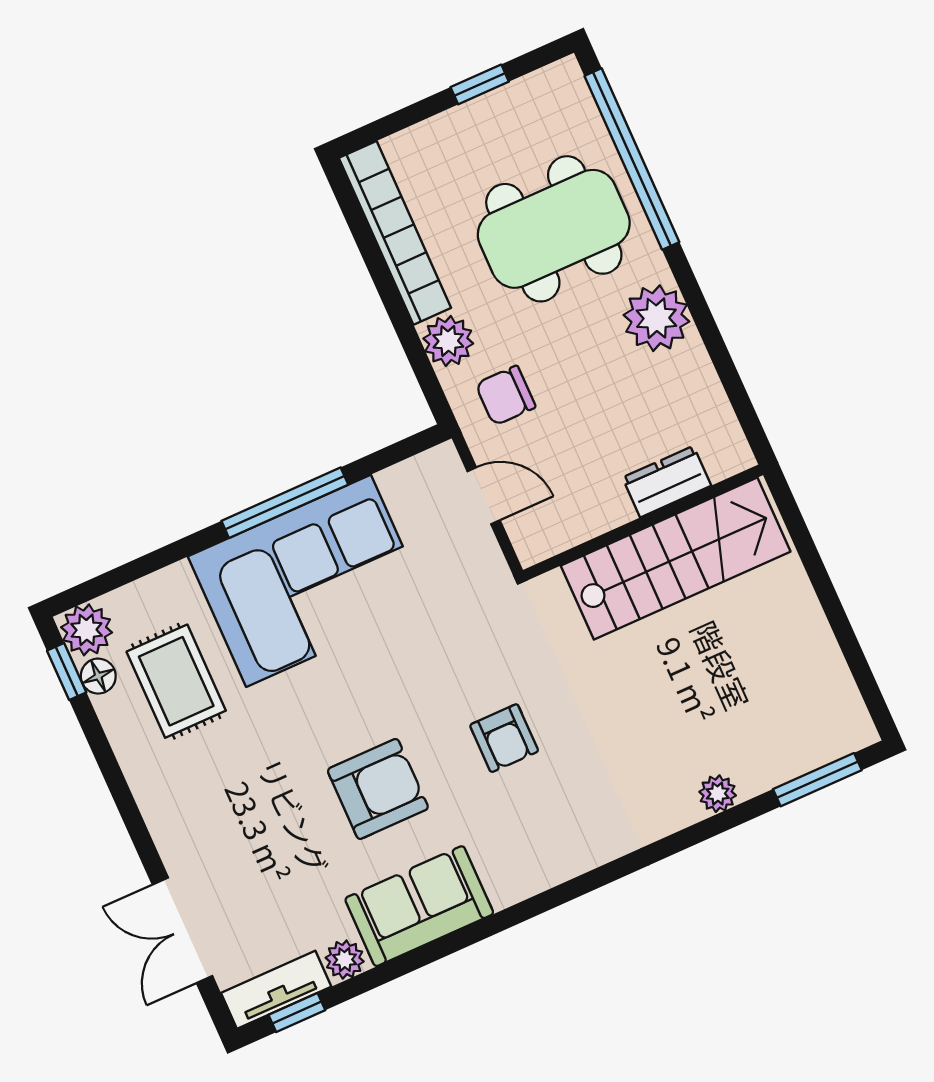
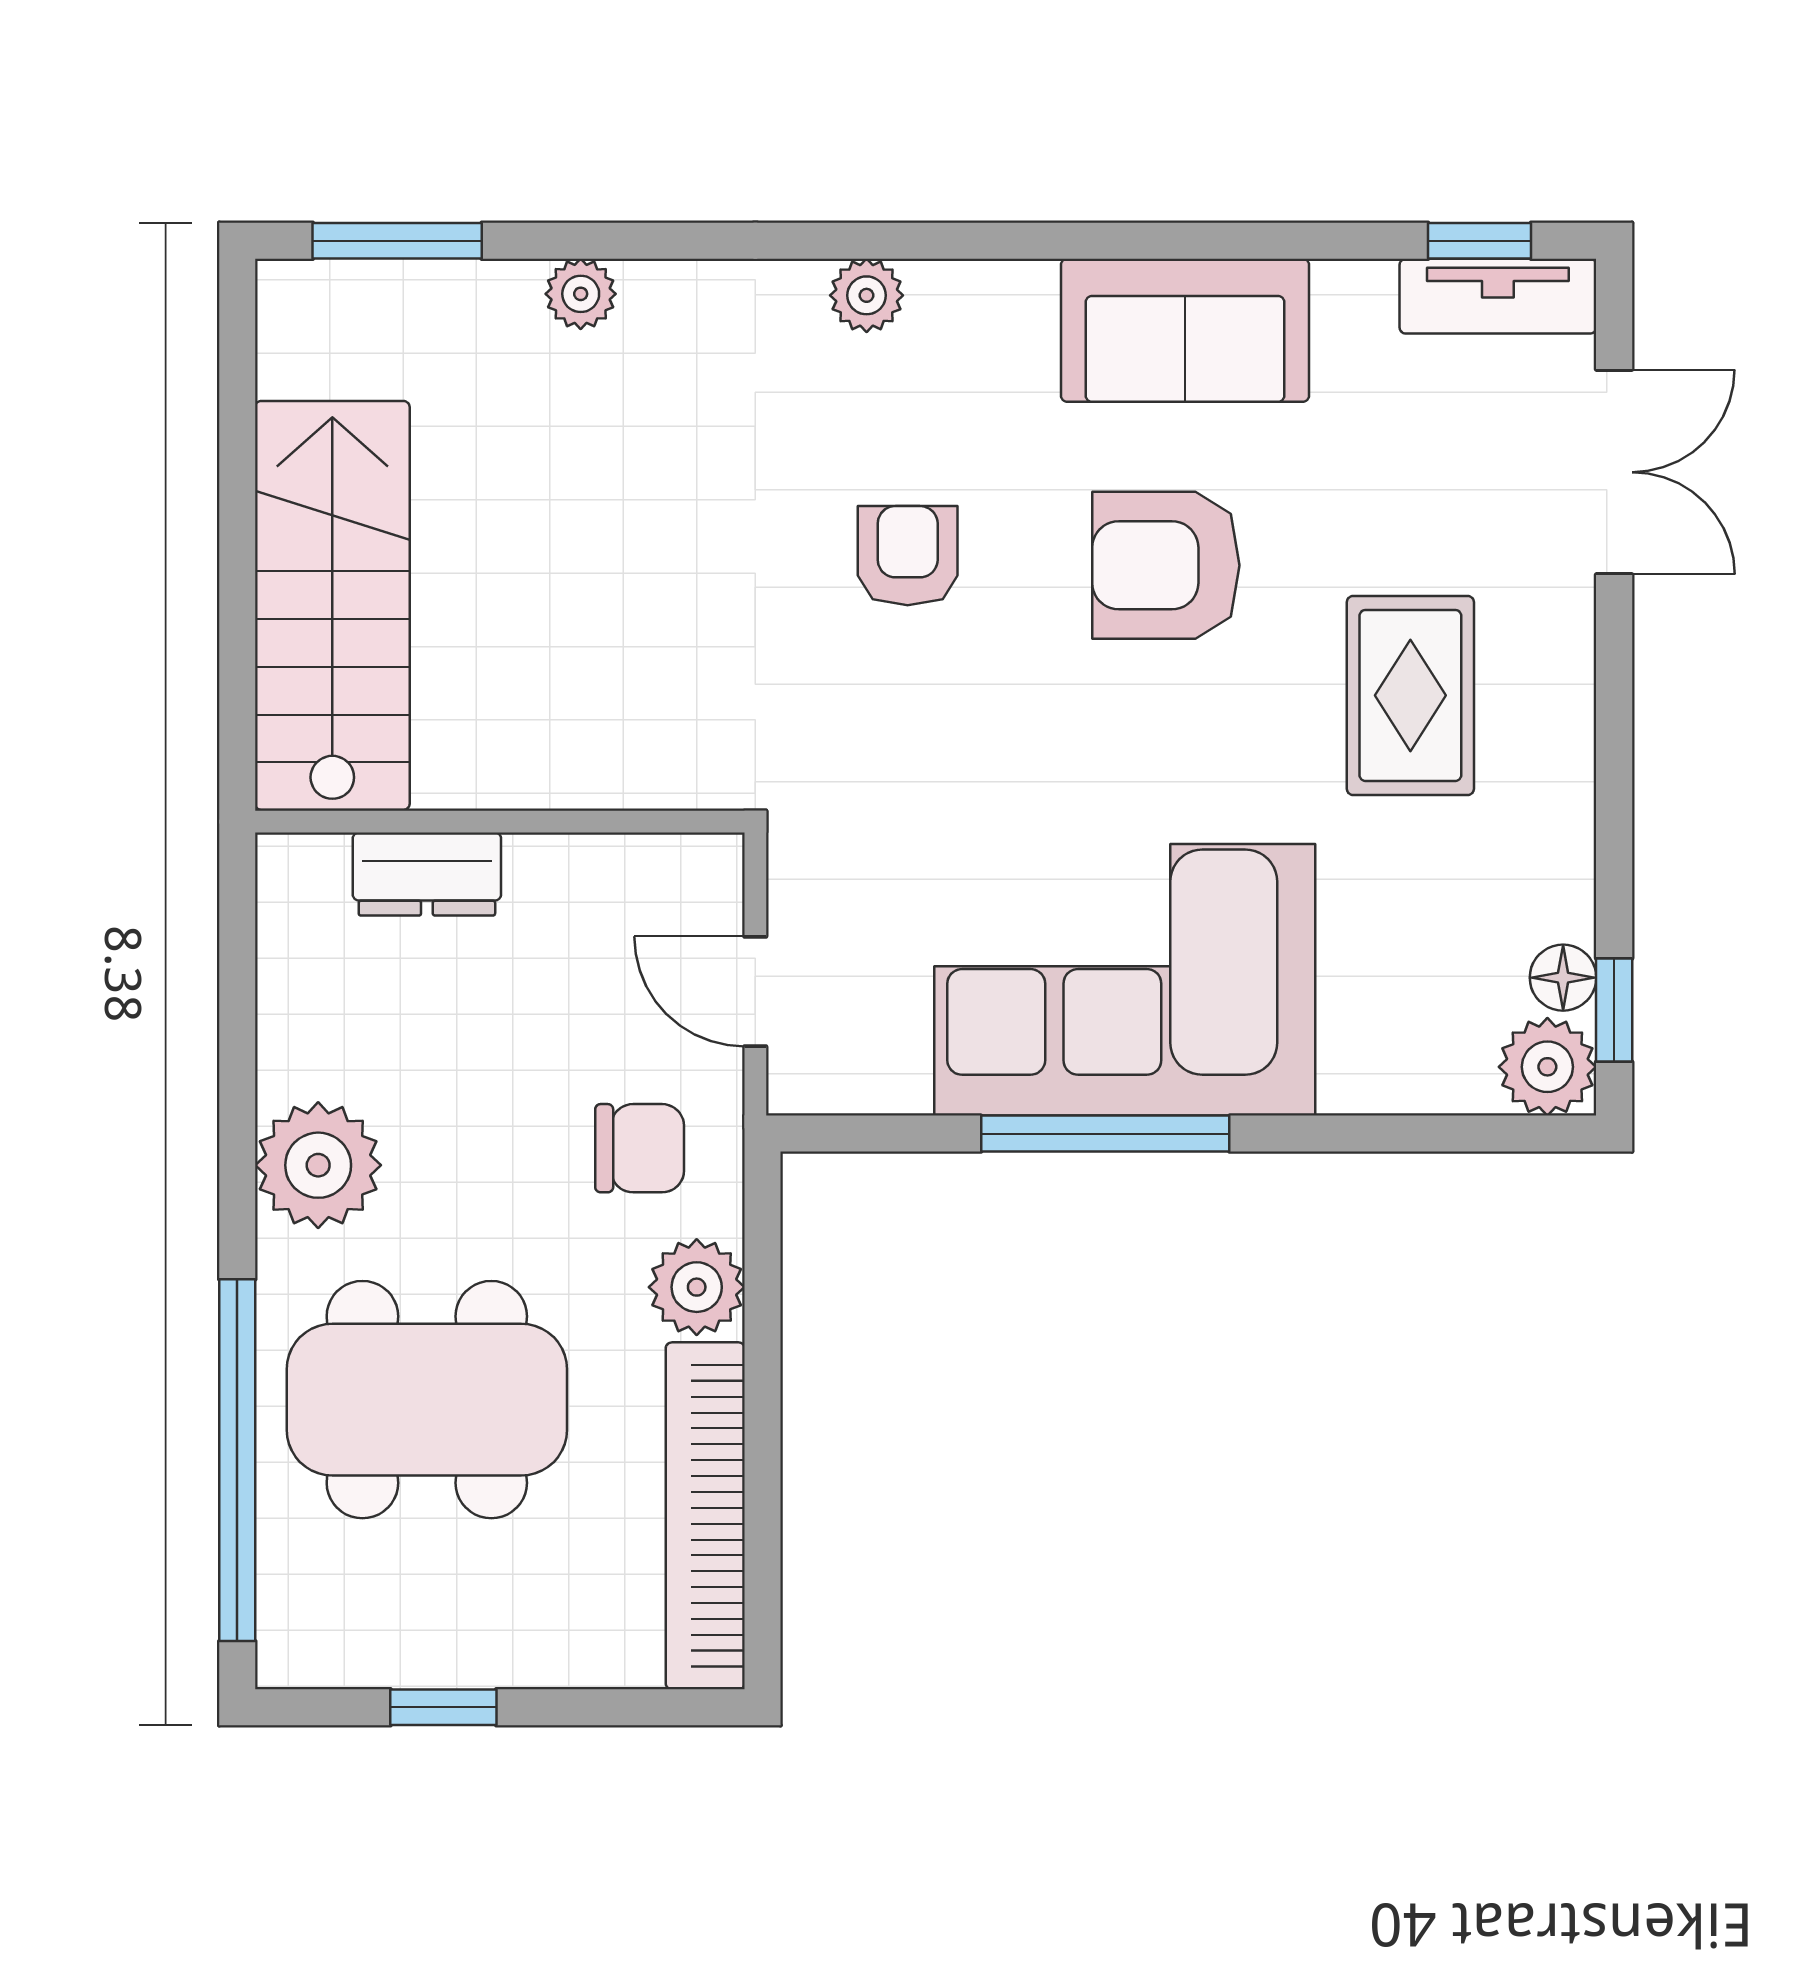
stairs: (676, 559) -> (332, 605), moved, turned 90
rug: (176, 681) -> (1410, 695), moved
plant: (345, 960) -> (867, 295), moved

